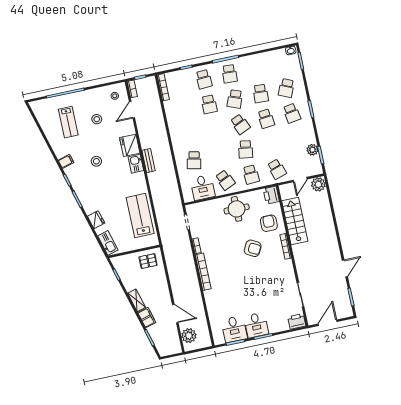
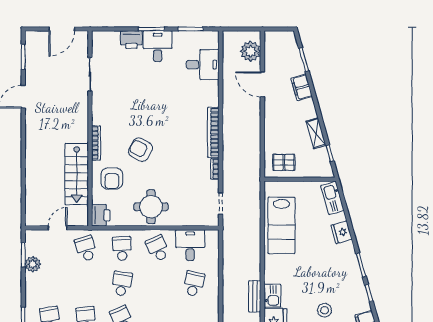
plant: (318, 184) -> (35, 216), removed
shelving: (137, 300) -> (316, 133), moved
printer: (297, 321) -> (131, 40), moved
desk: (234, 329) -> (203, 65), moved, turned 90

